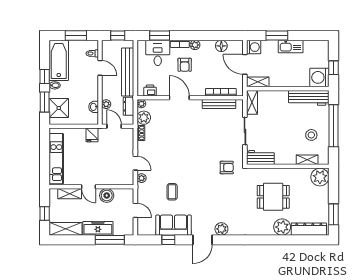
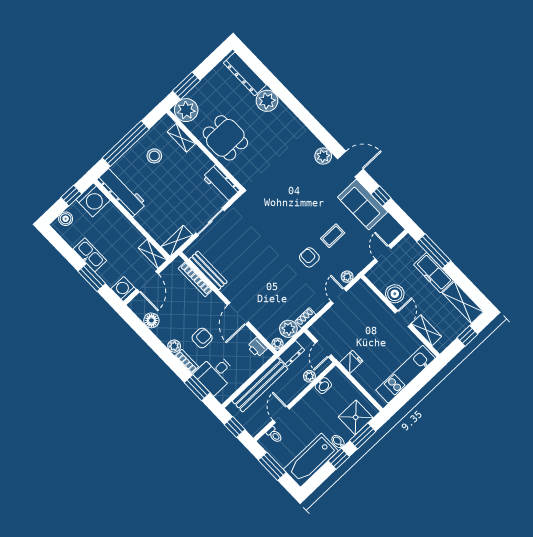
boiler: (324, 52) -> (66, 219), added
armchair: (227, 168) -> (309, 257), moved
dining table: (273, 197) -> (225, 138), moved
window: (333, 214) -> (186, 86), moved

